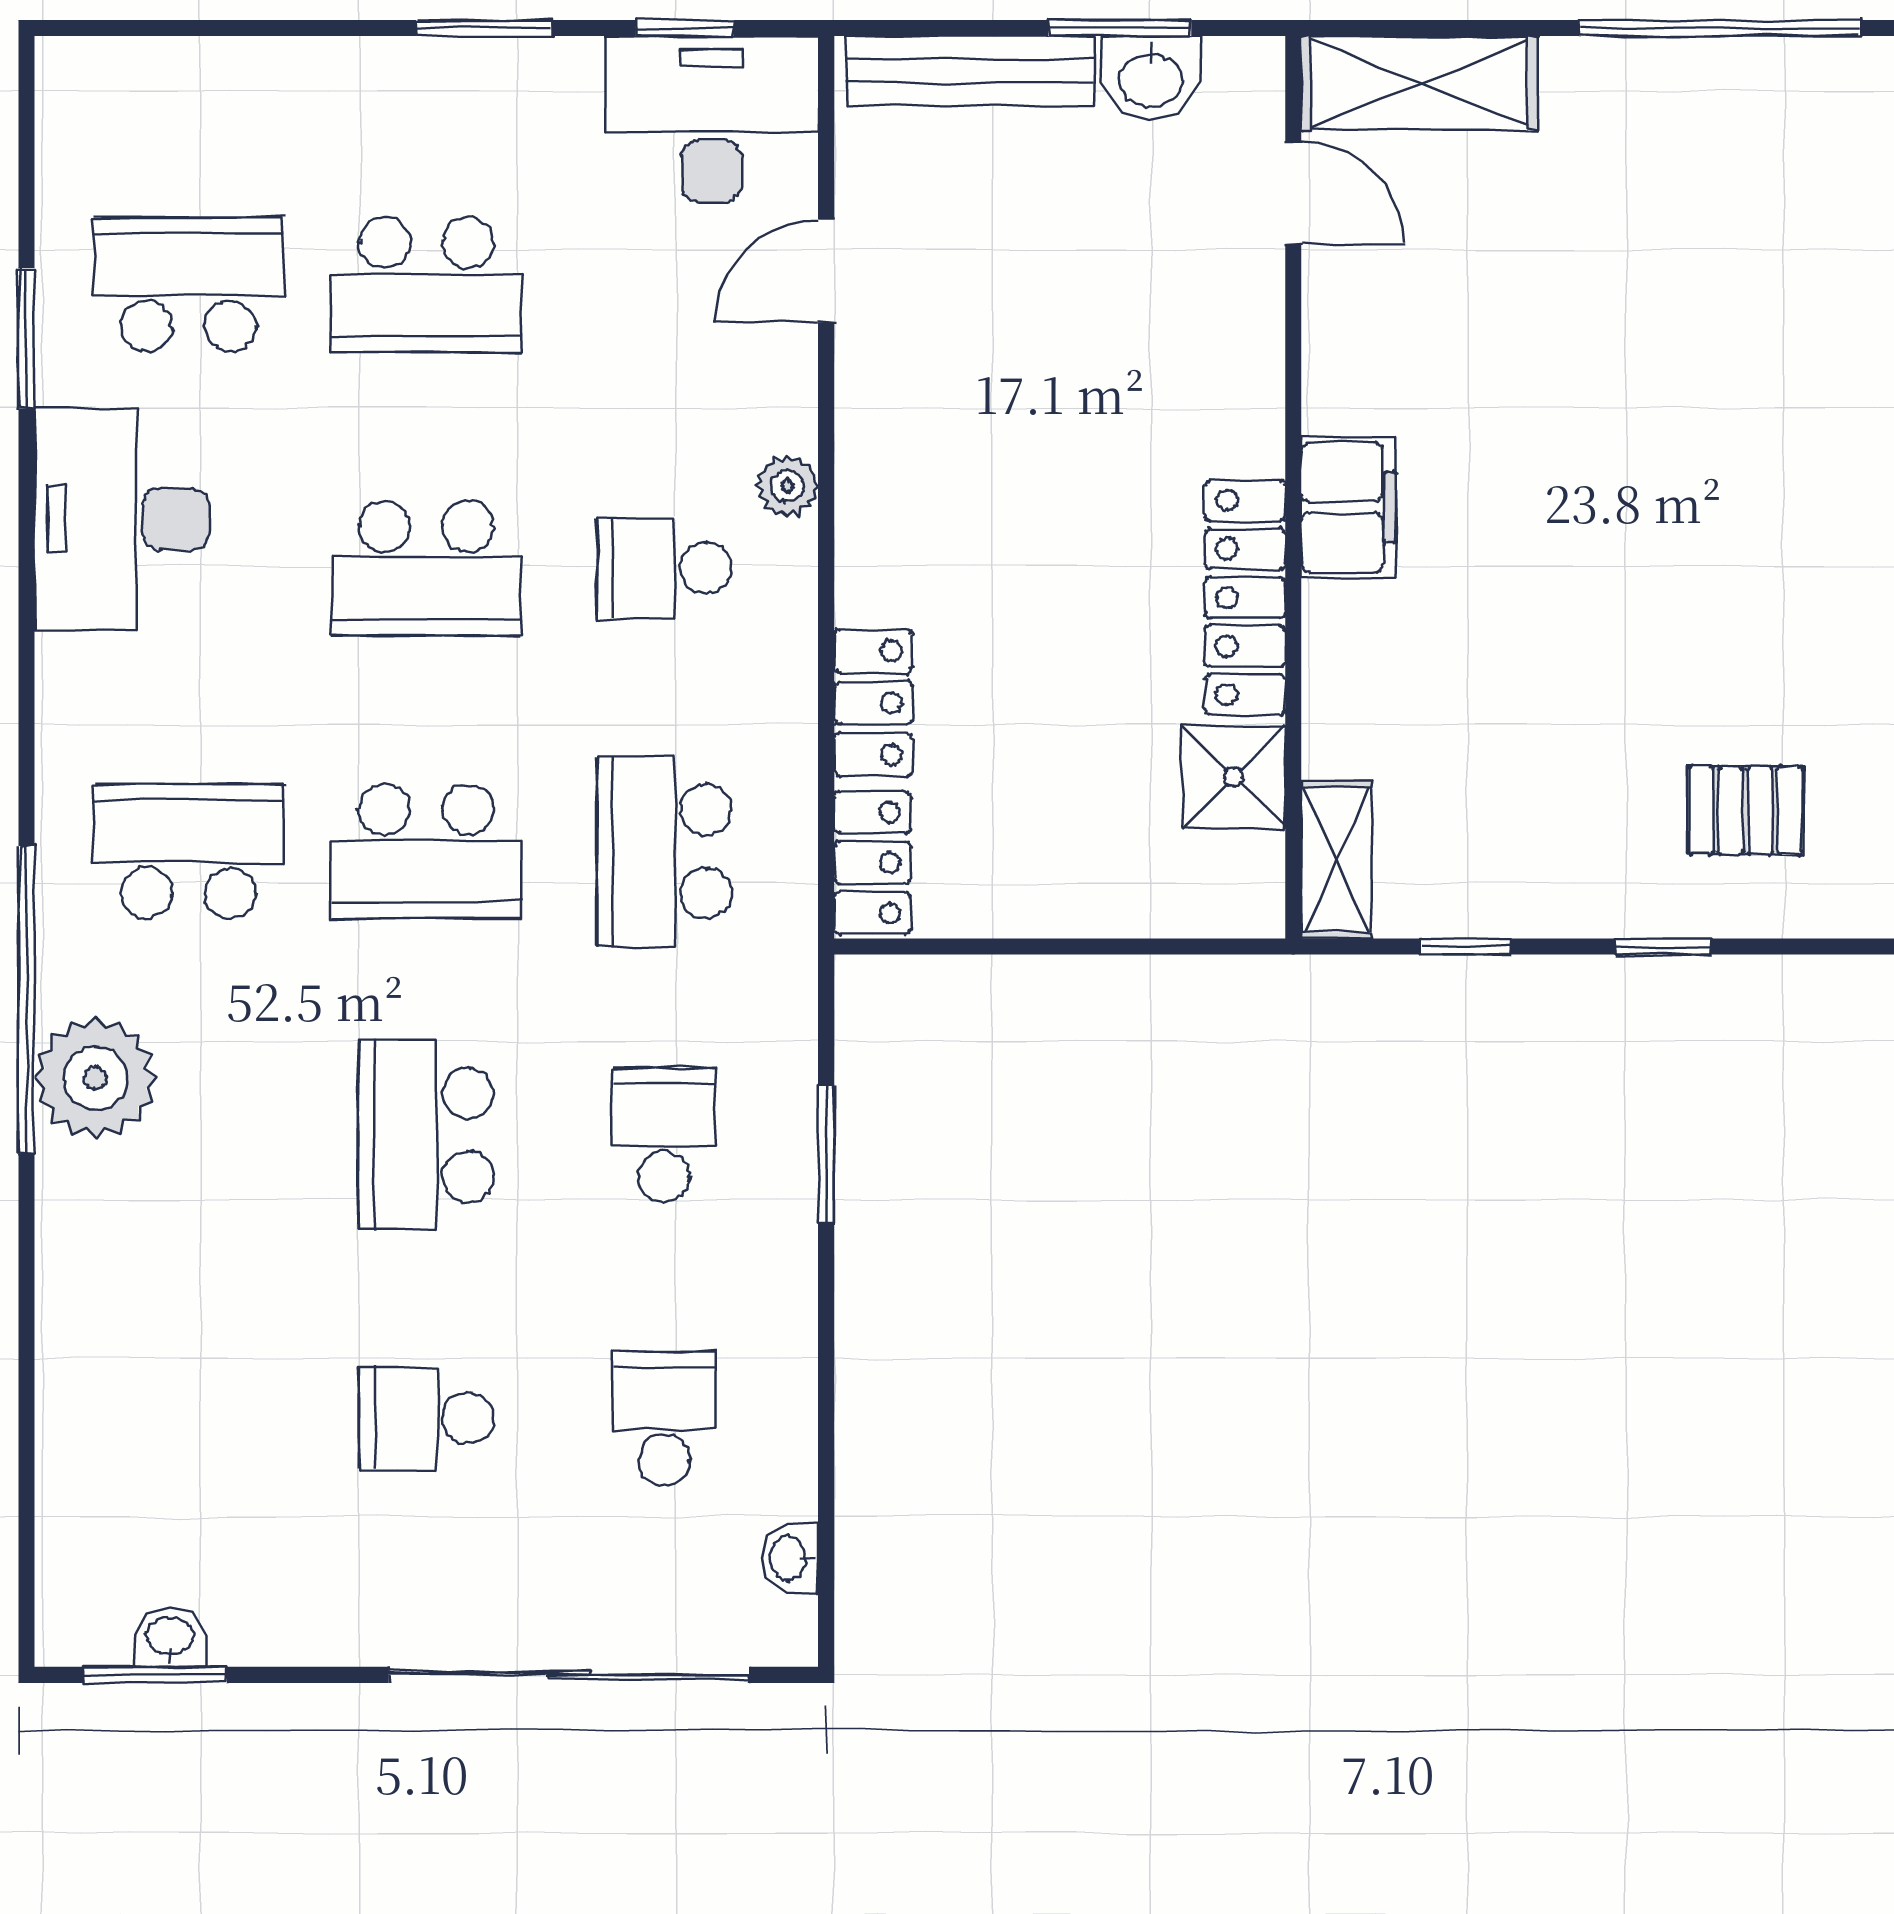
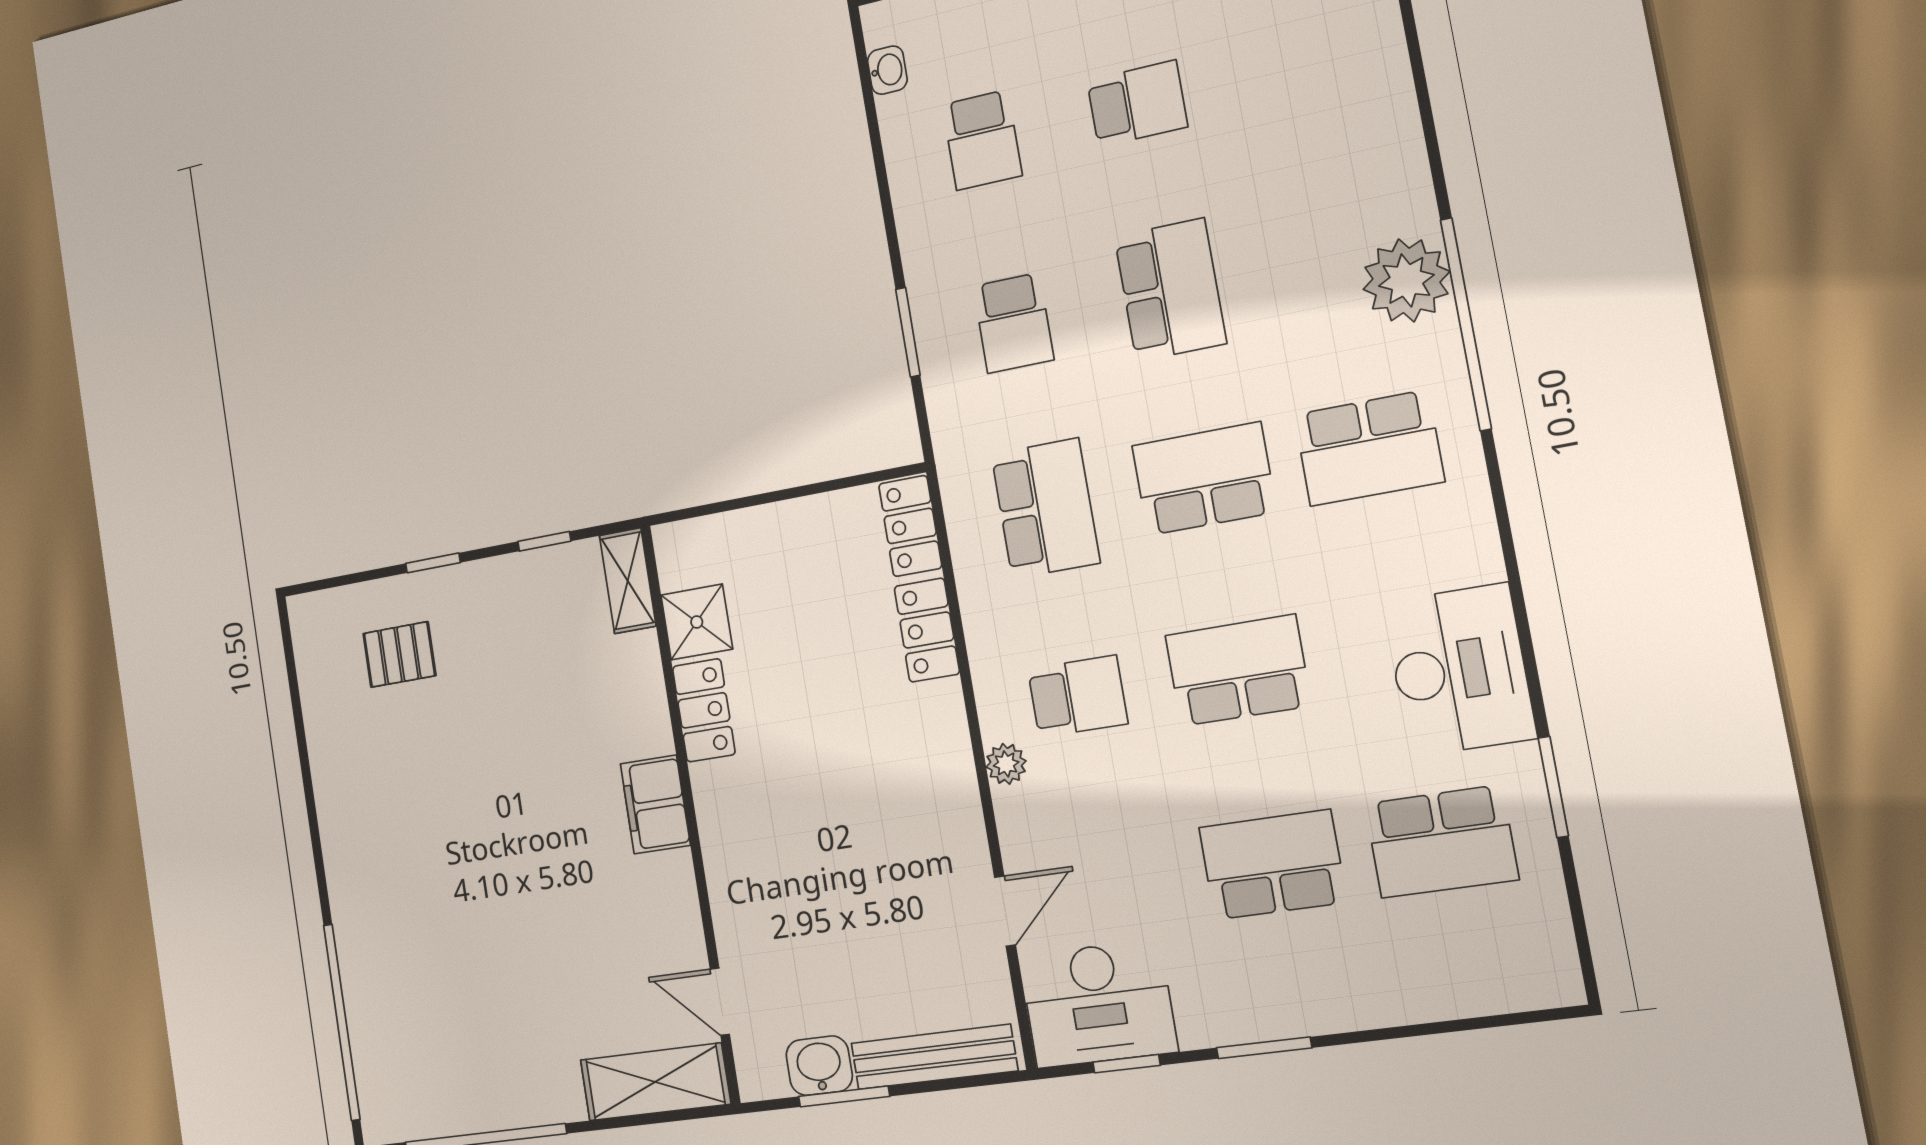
locker: (1245, 597) -> (704, 710), width x0.66

